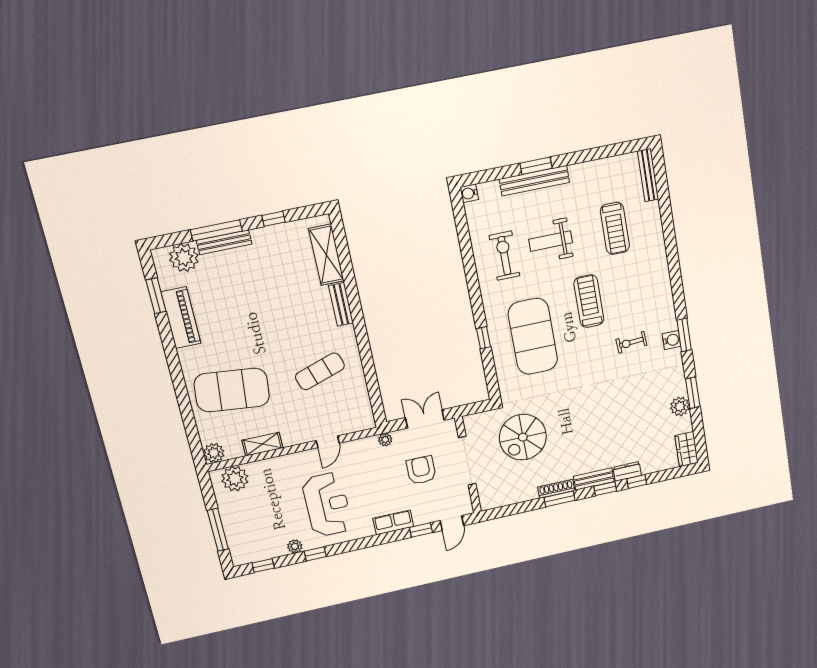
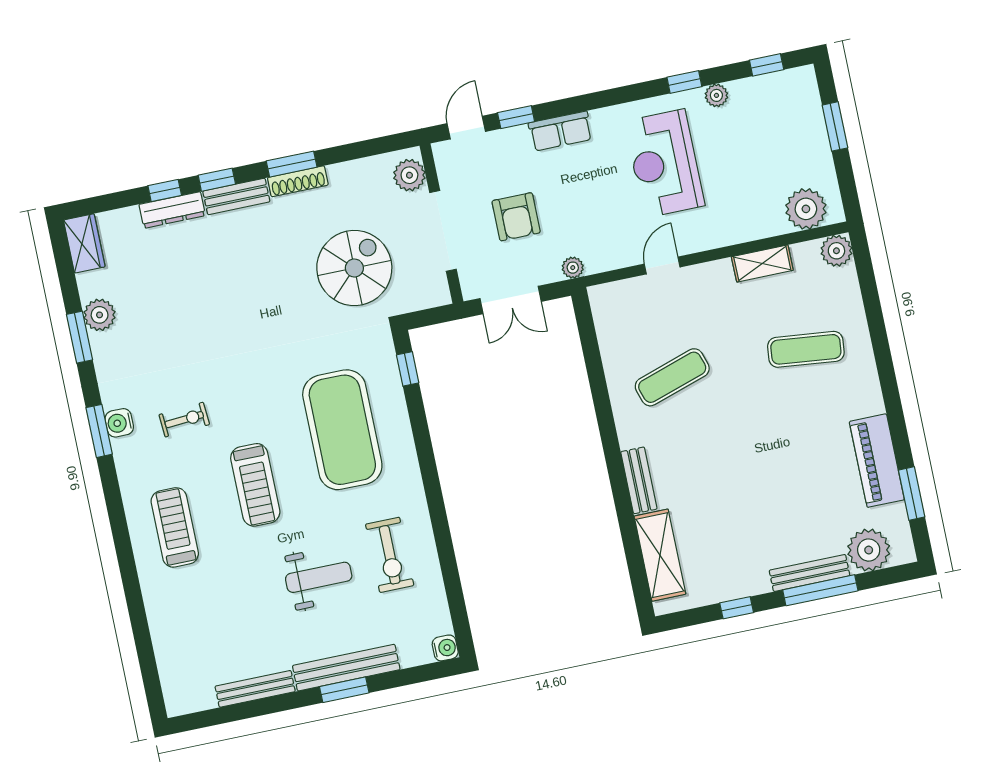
bench: (648, 175) -> (255, 689), moved, turned 90
treadmill: (615, 228) -> (175, 527), moved
window: (483, 338) -> (408, 369), moved
exercise mat: (232, 390) -> (806, 349), width x0.50, depth x0.69
dresser: (627, 471) -> (172, 210), width x1.44
plant: (488, 494) -> (409, 175), added
window: (218, 530) -> (835, 126), width x0.69

